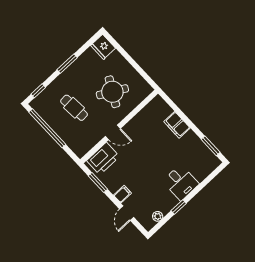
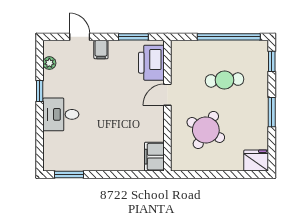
filing cabinet: (177, 125) -> (154, 157), moved, turned -90

